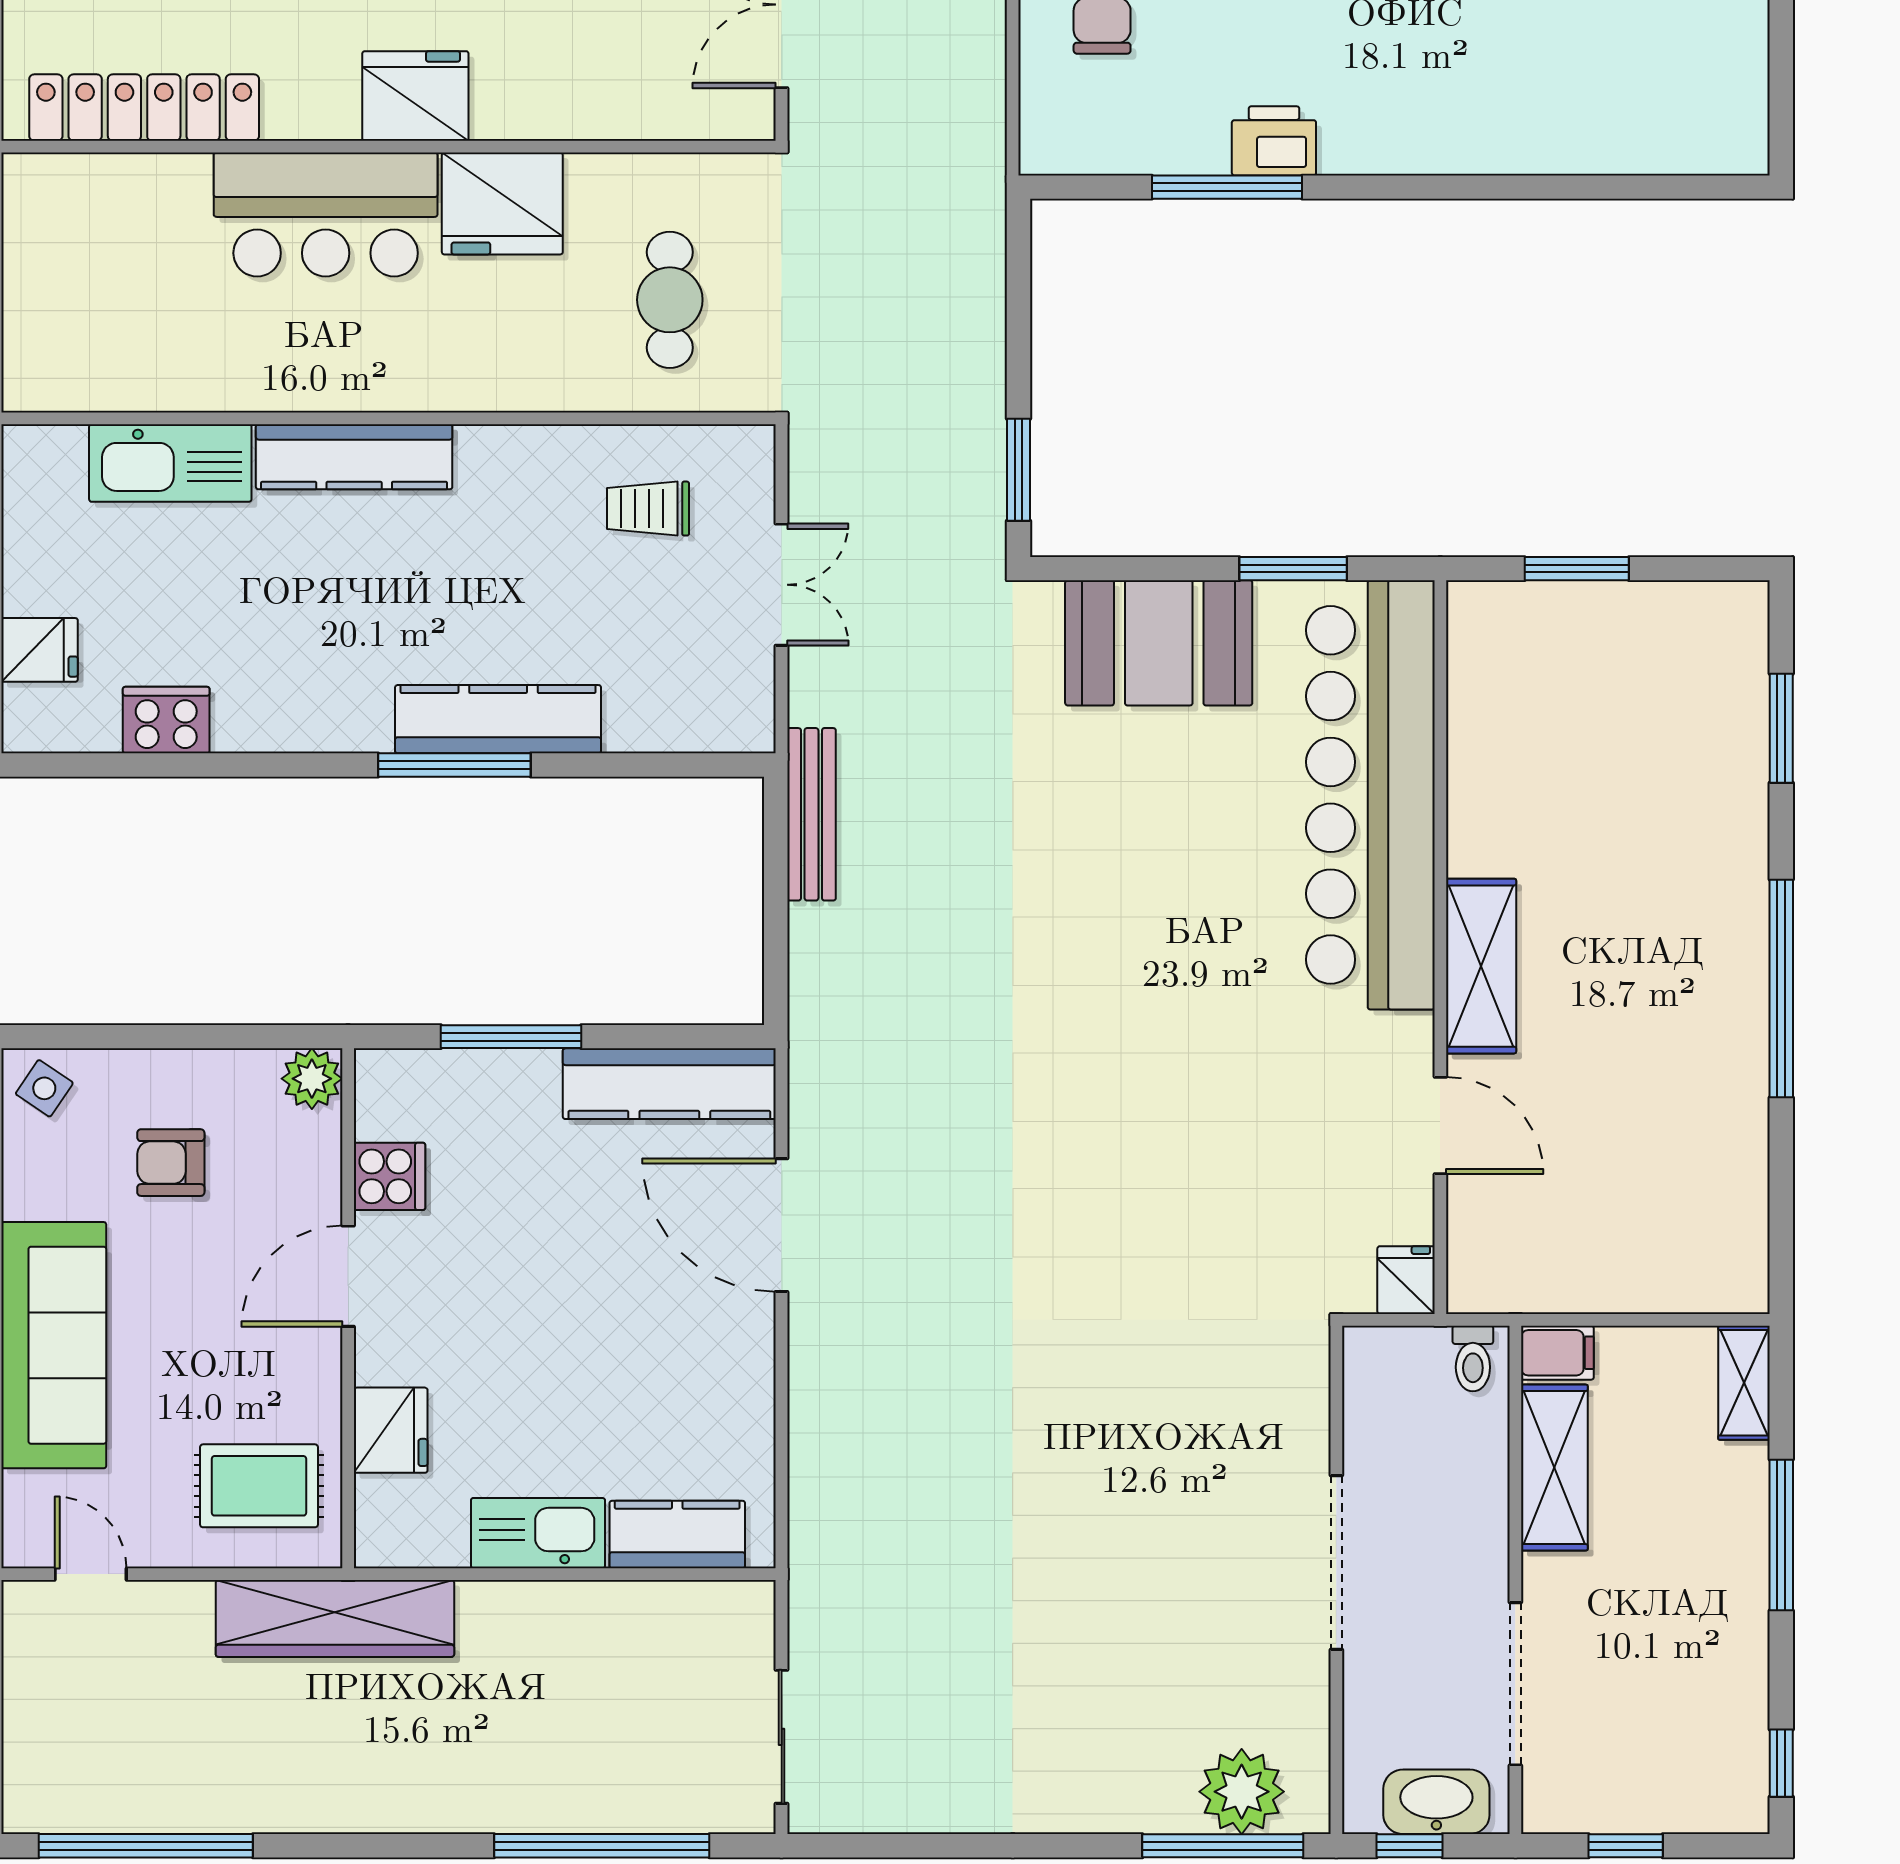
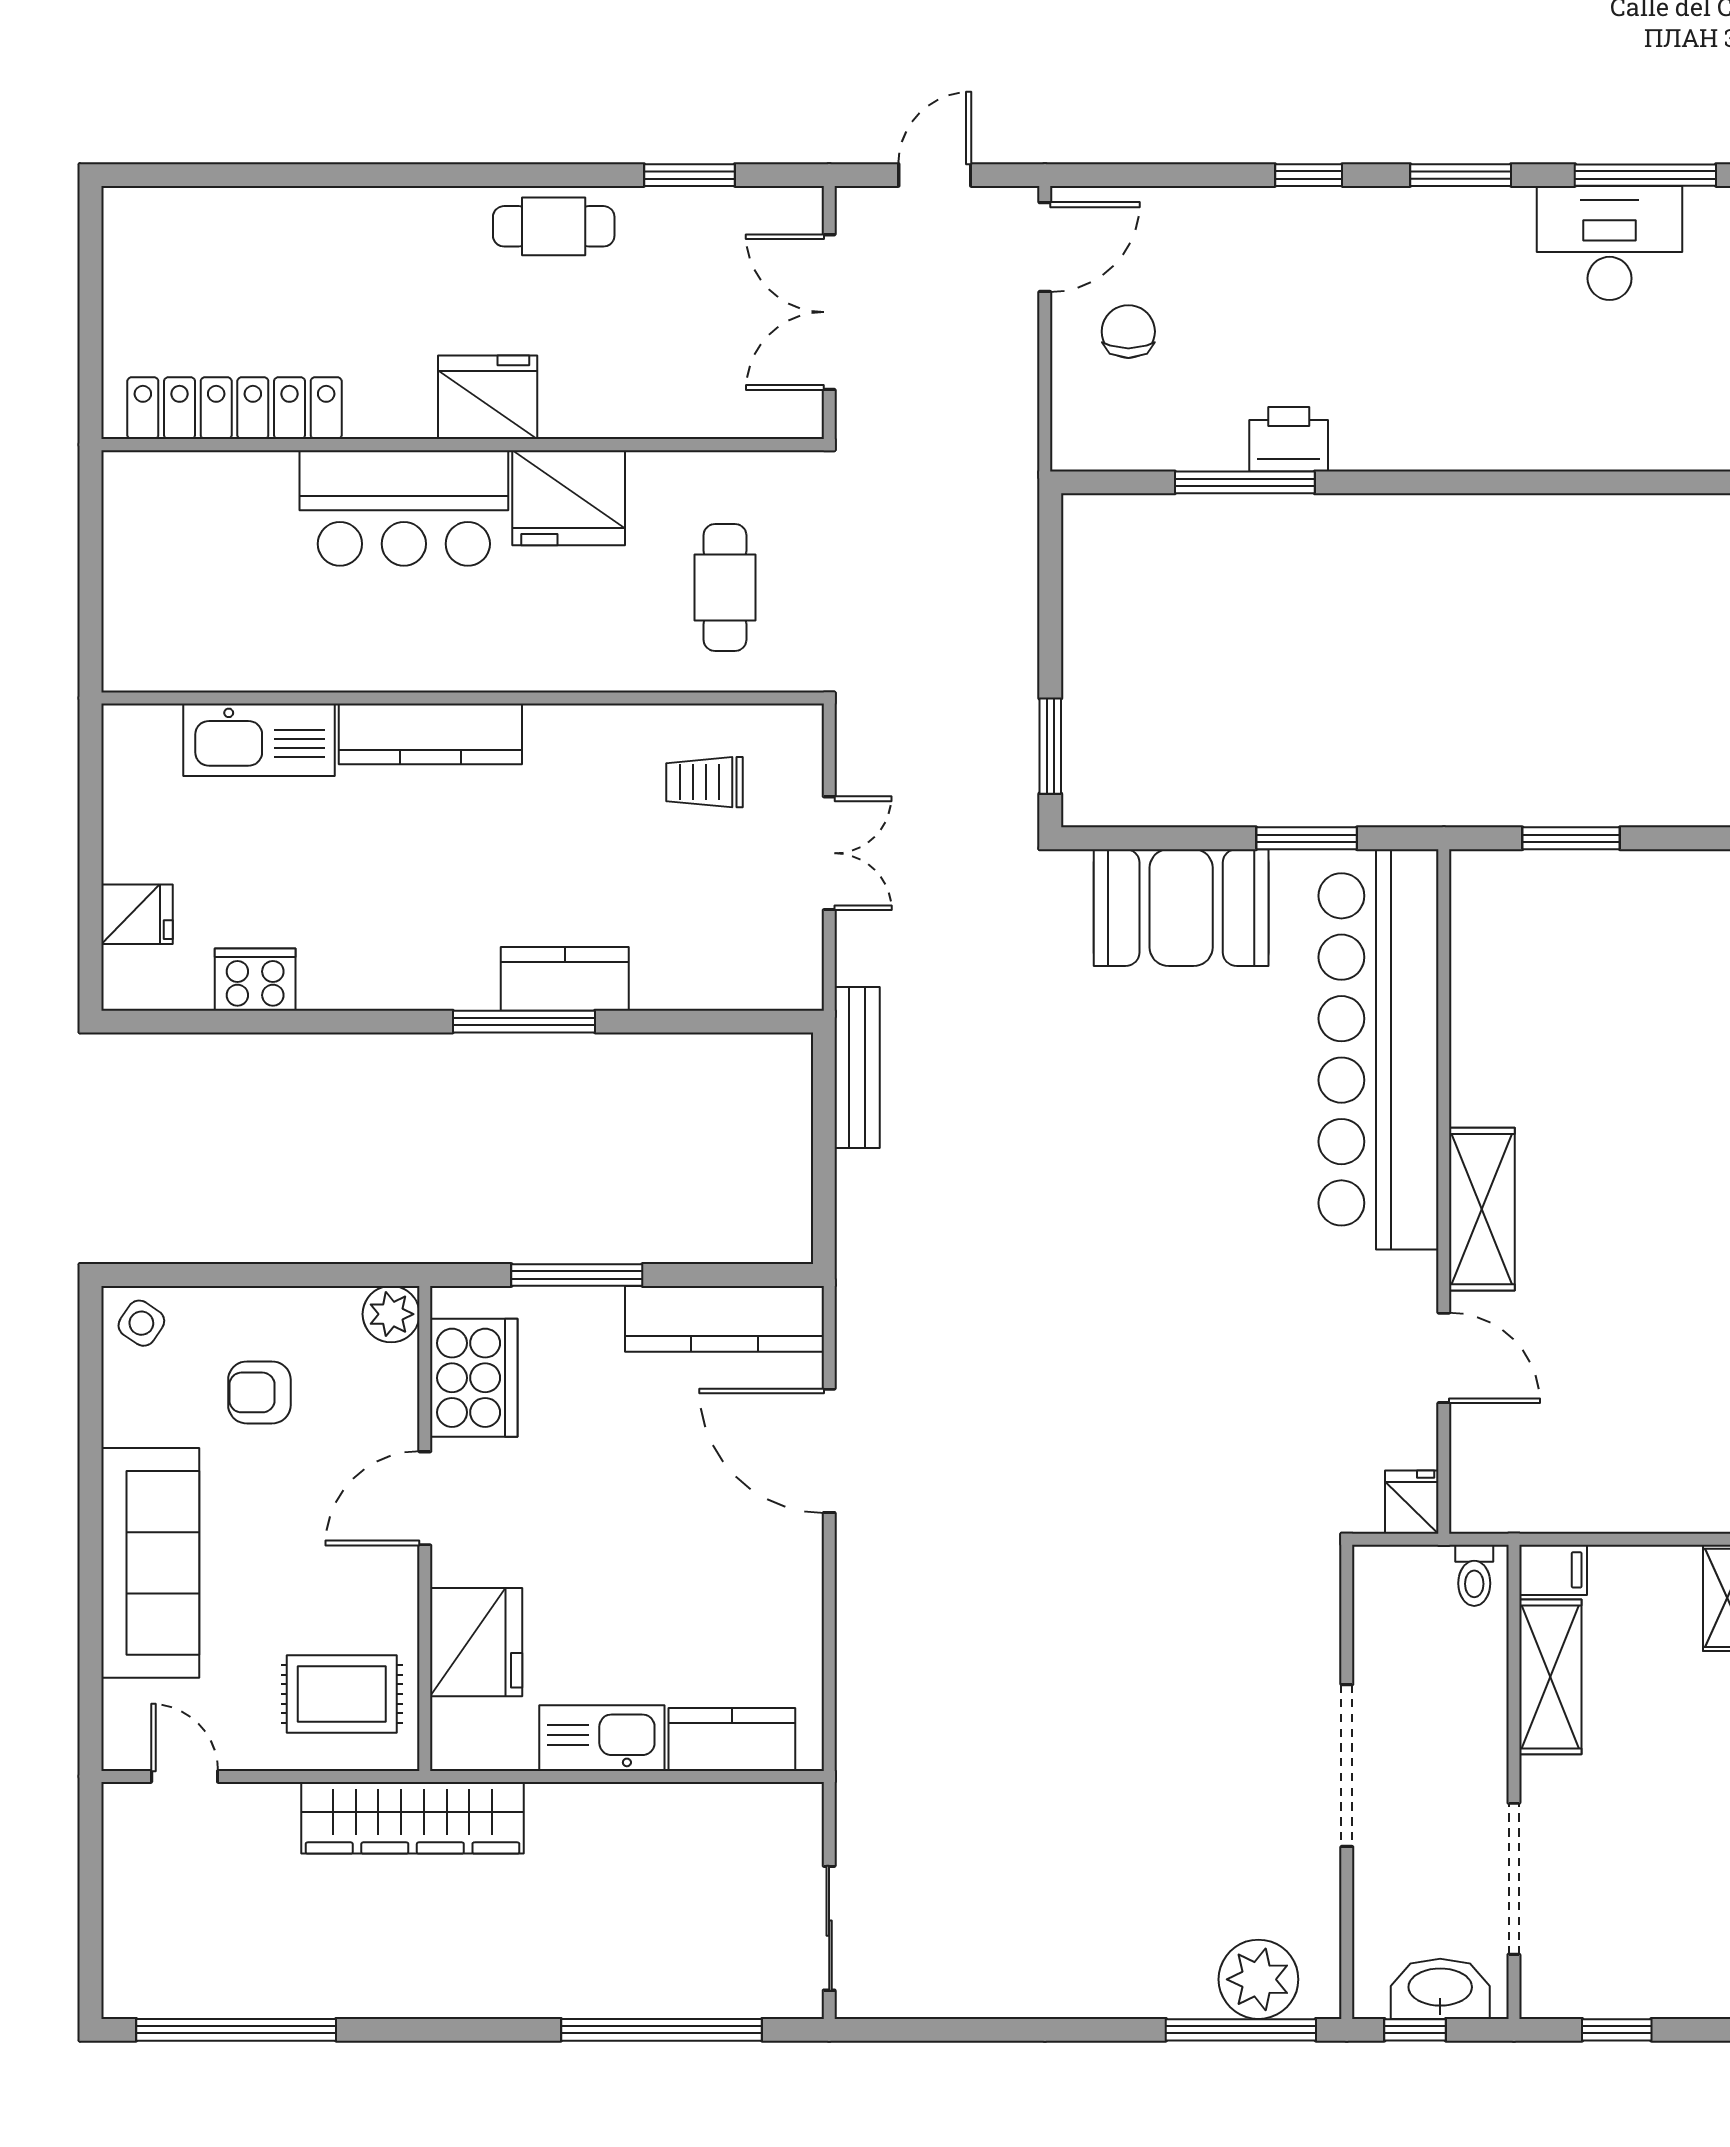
kitchen counter: (498, 719) -> (565, 979), width x0.67
cooker: (390, 1176) -> (474, 1378), width x1.87, depth x1.31
fridge: (391, 1430) -> (476, 1642), width x1.36, depth x1.34

